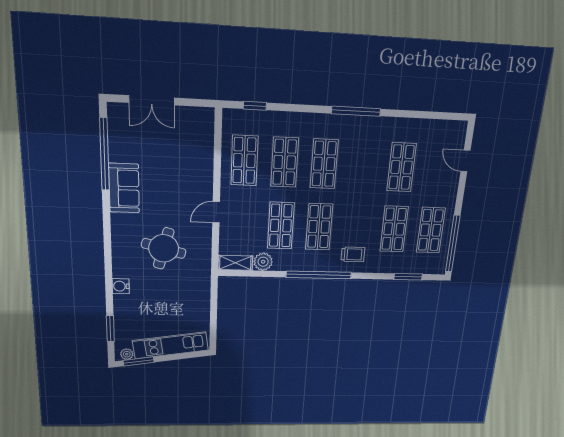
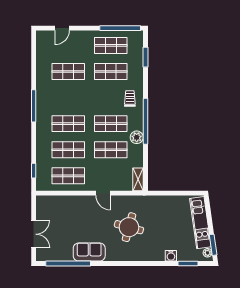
plant: (263, 262) -> (137, 137), moved
water cooler: (121, 286) -> (171, 256), moved

